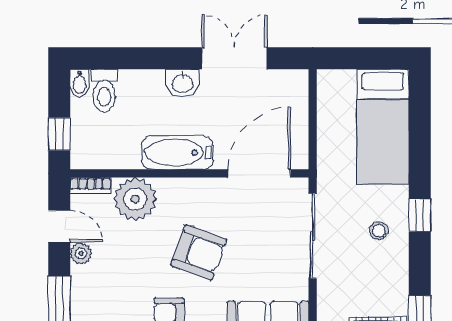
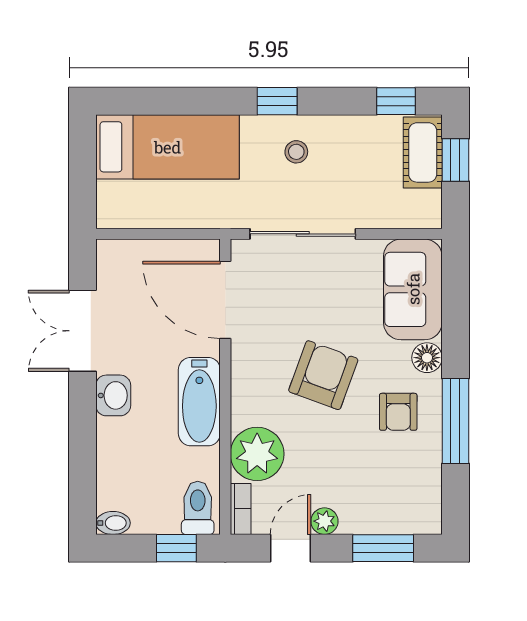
toilet: (104, 91) -> (198, 508), moved, turned -90

